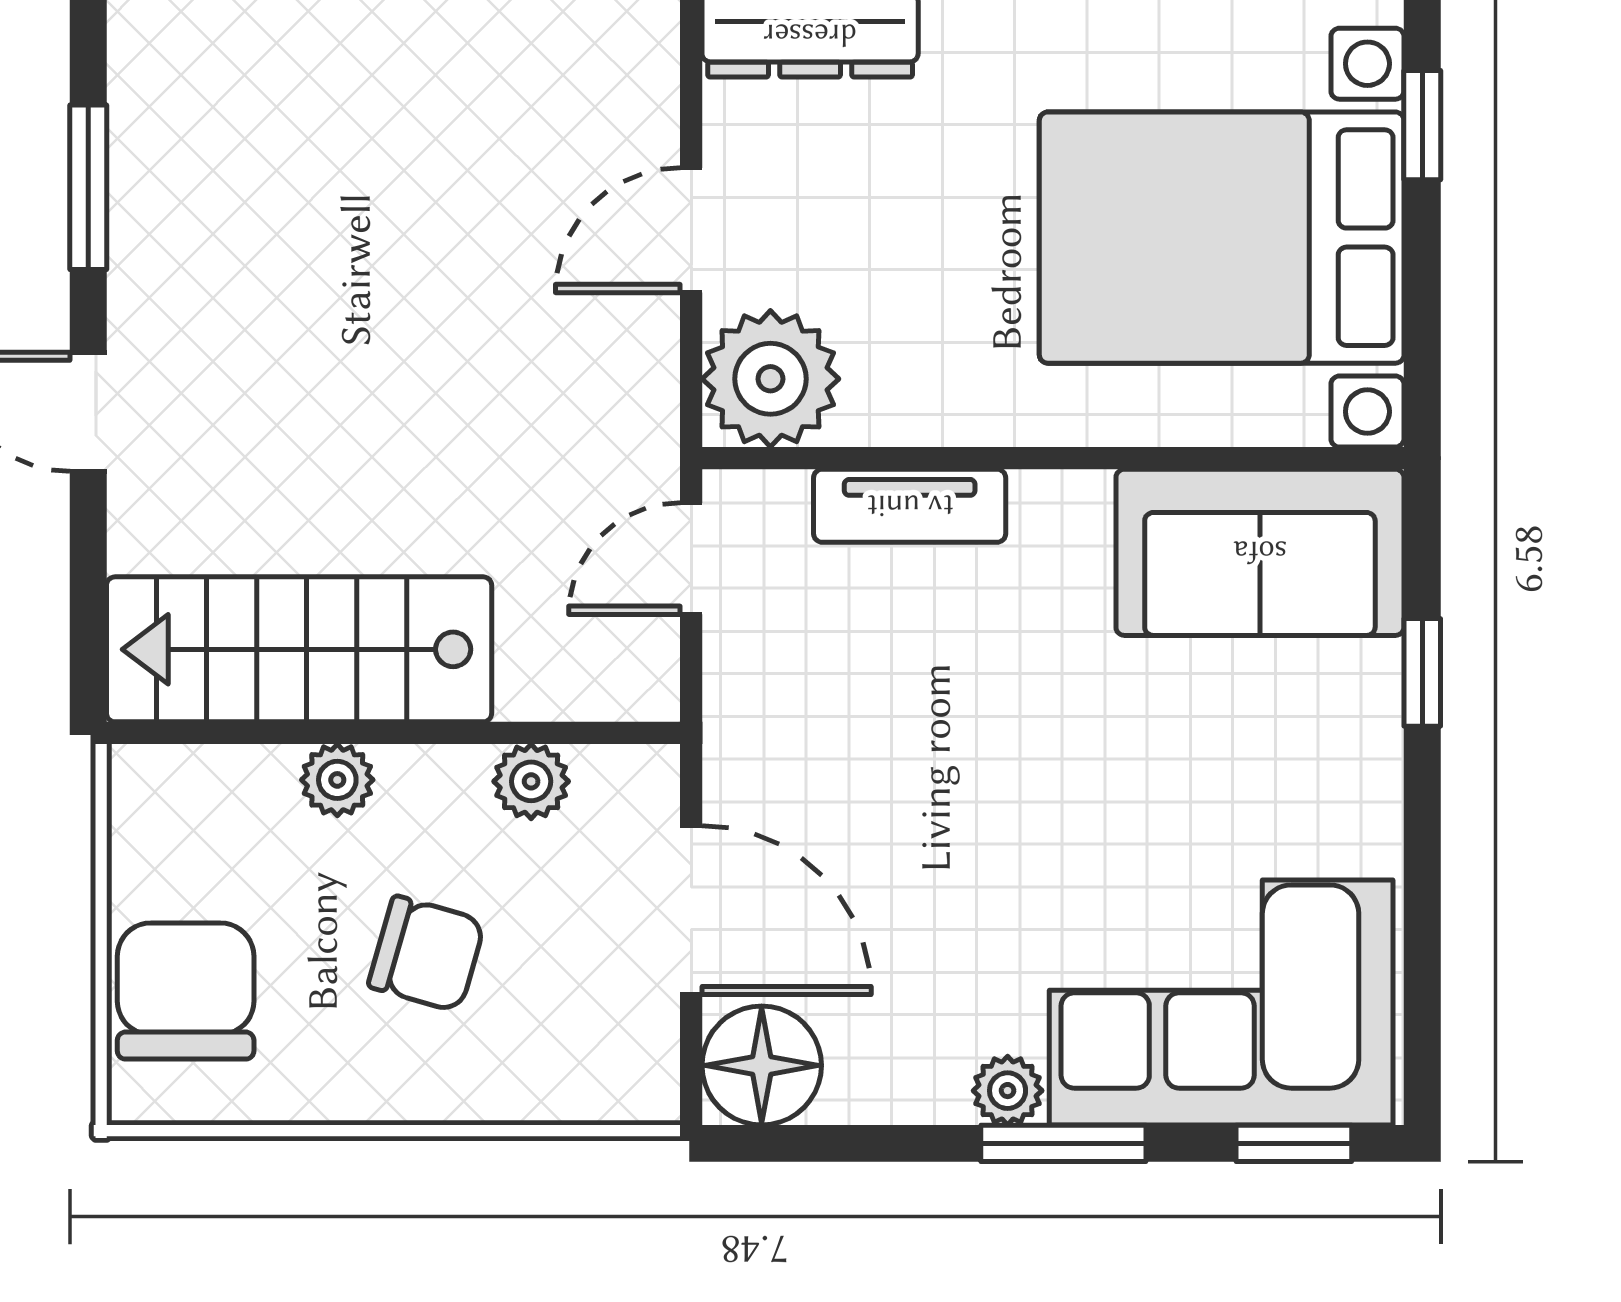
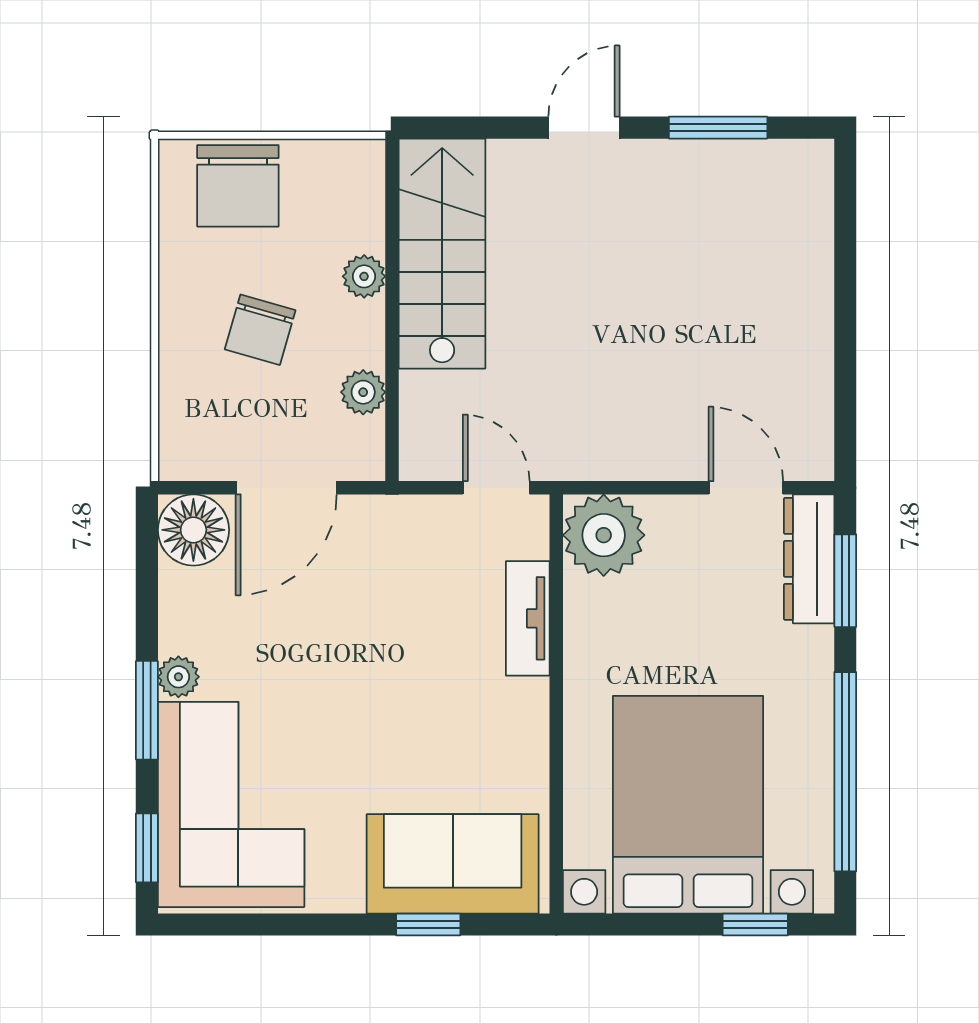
door: (691, 230) -> (746, 488), moved
sofa: (1260, 552) -> (453, 864), moved, turned 90
chair: (186, 991) -> (238, 186), turned 90

